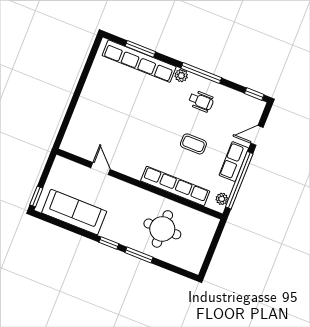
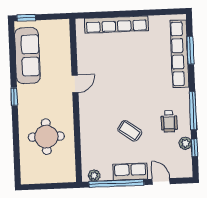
plant: (181, 76) -> (185, 143), moved
window: (254, 94) -> (194, 148), moved
coffee table: (193, 144) -> (130, 131), turned -54
door: (101, 169) -> (75, 84), moved
row of seats: (175, 186) -> (116, 24), moved, turned 90
window: (139, 255) -> (15, 127), removed

